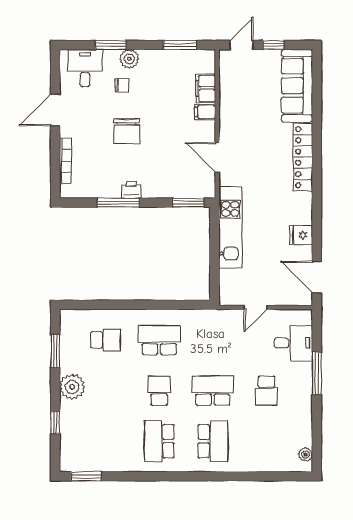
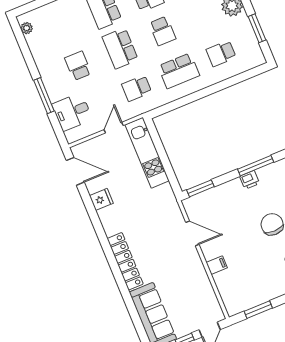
filing cabinet: (206, 88) -> (224, 284), removed
kitchen unit: (230, 228) -> (147, 153), moved
school desk: (213, 340) -> (137, 88), added
school desk: (213, 391) -> (120, 48), turned 90

